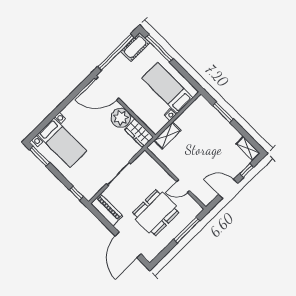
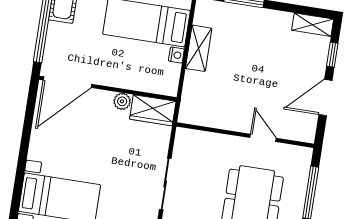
plant: (121, 118) -> (122, 101), width x0.53, depth x0.53
shelving: (167, 135) -> (199, 48), moved
door: (183, 186) -> (263, 138), swing flipped

